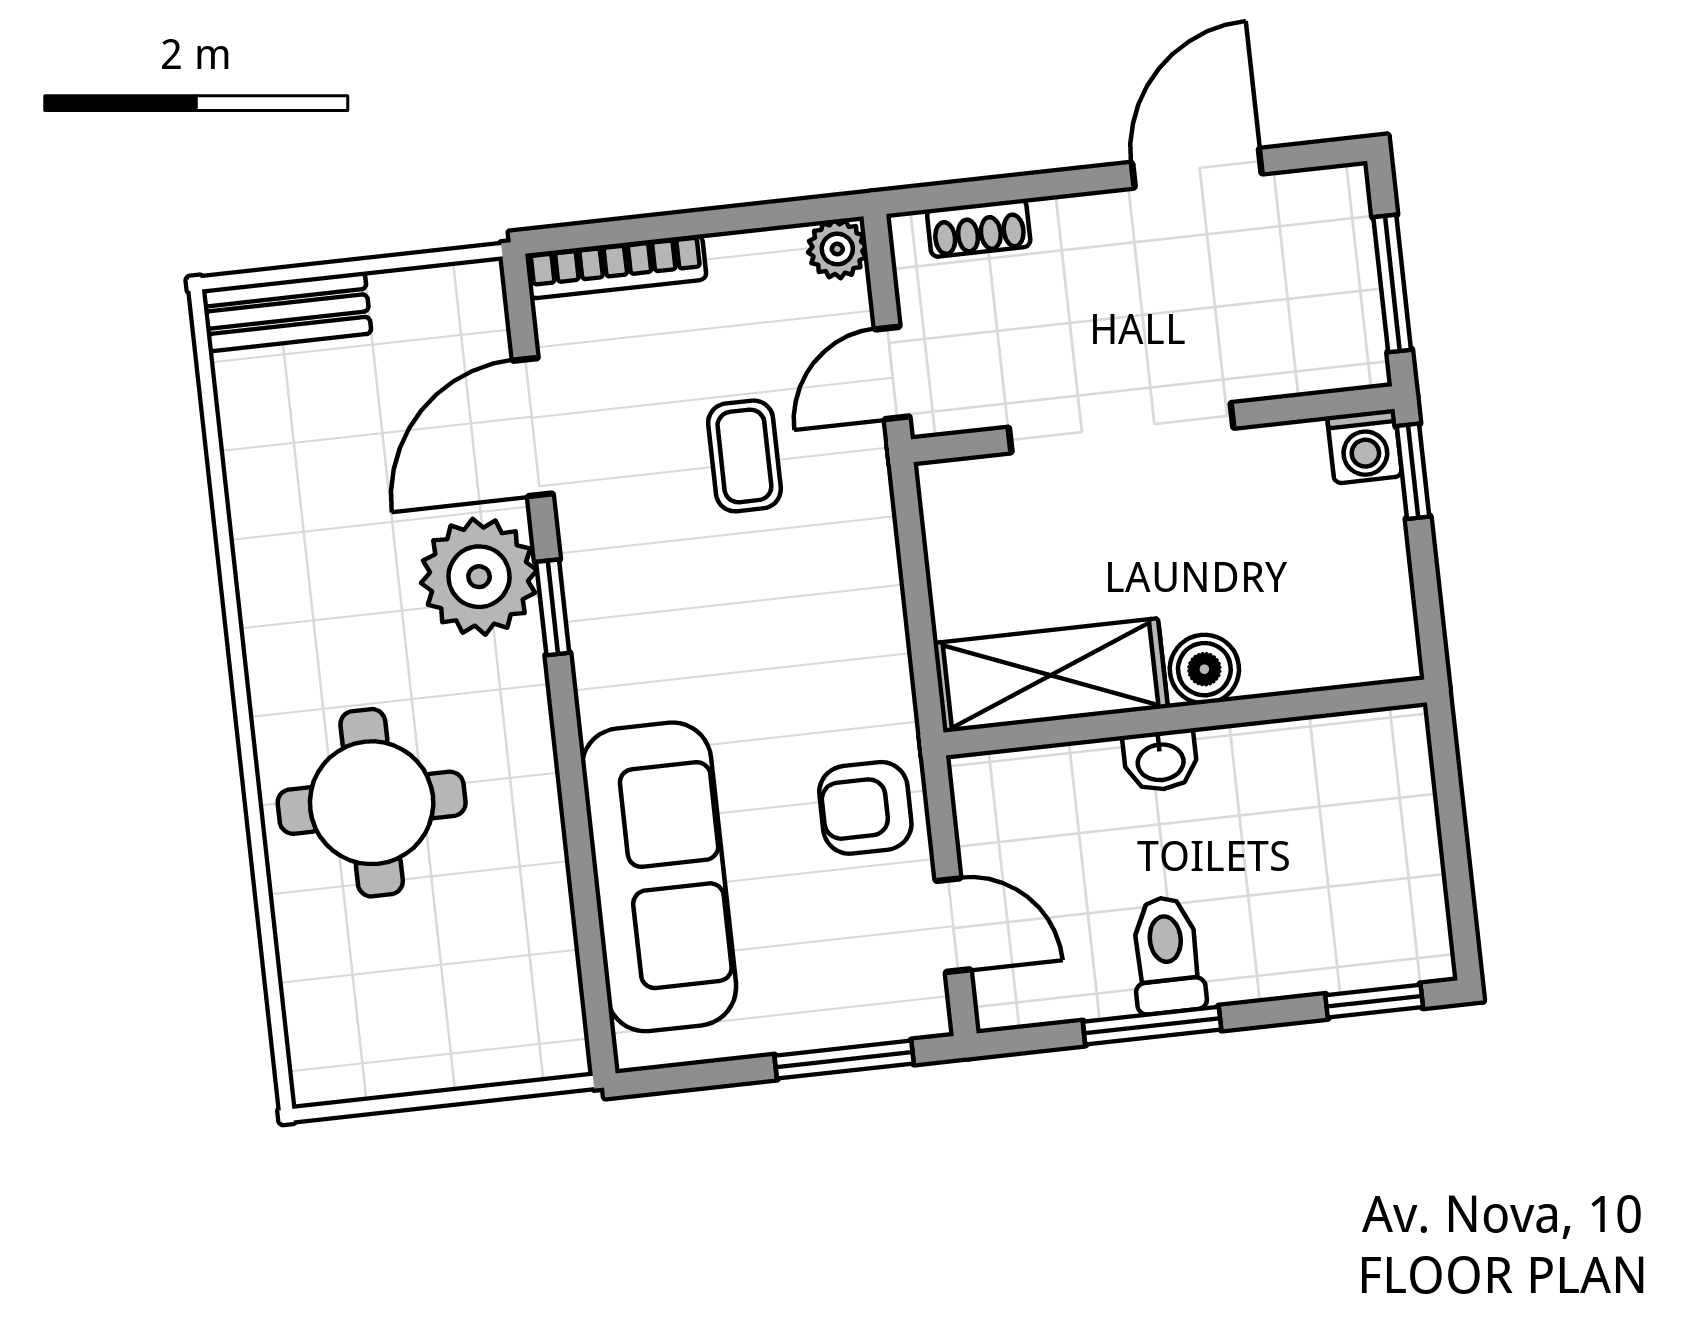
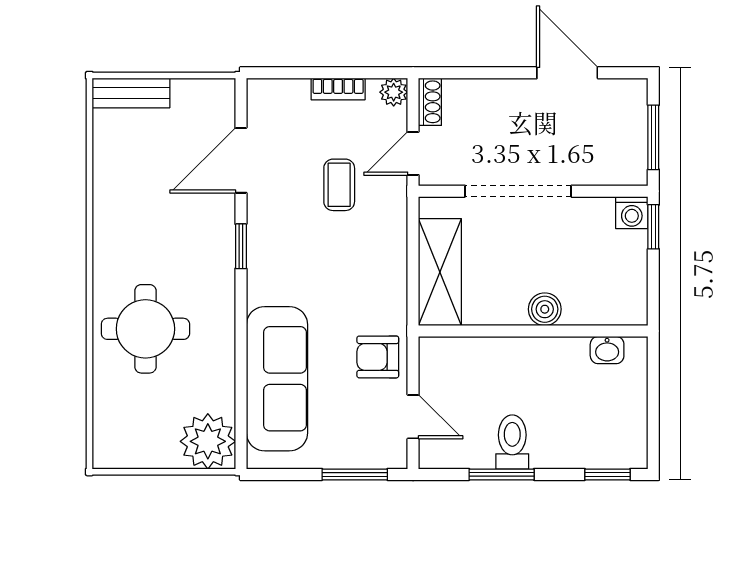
door: (1197, 168) -> (567, 73), hinge flipped
shoe rack: (979, 228) -> (430, 102), moved, turned -90
bookcase: (616, 267) -> (338, 89), moved, width x0.64
plant: (479, 577) -> (208, 441), moved
shelving: (1051, 675) -> (440, 272), moved, turned 90
washbasin: (1160, 761) -> (607, 350), moved

